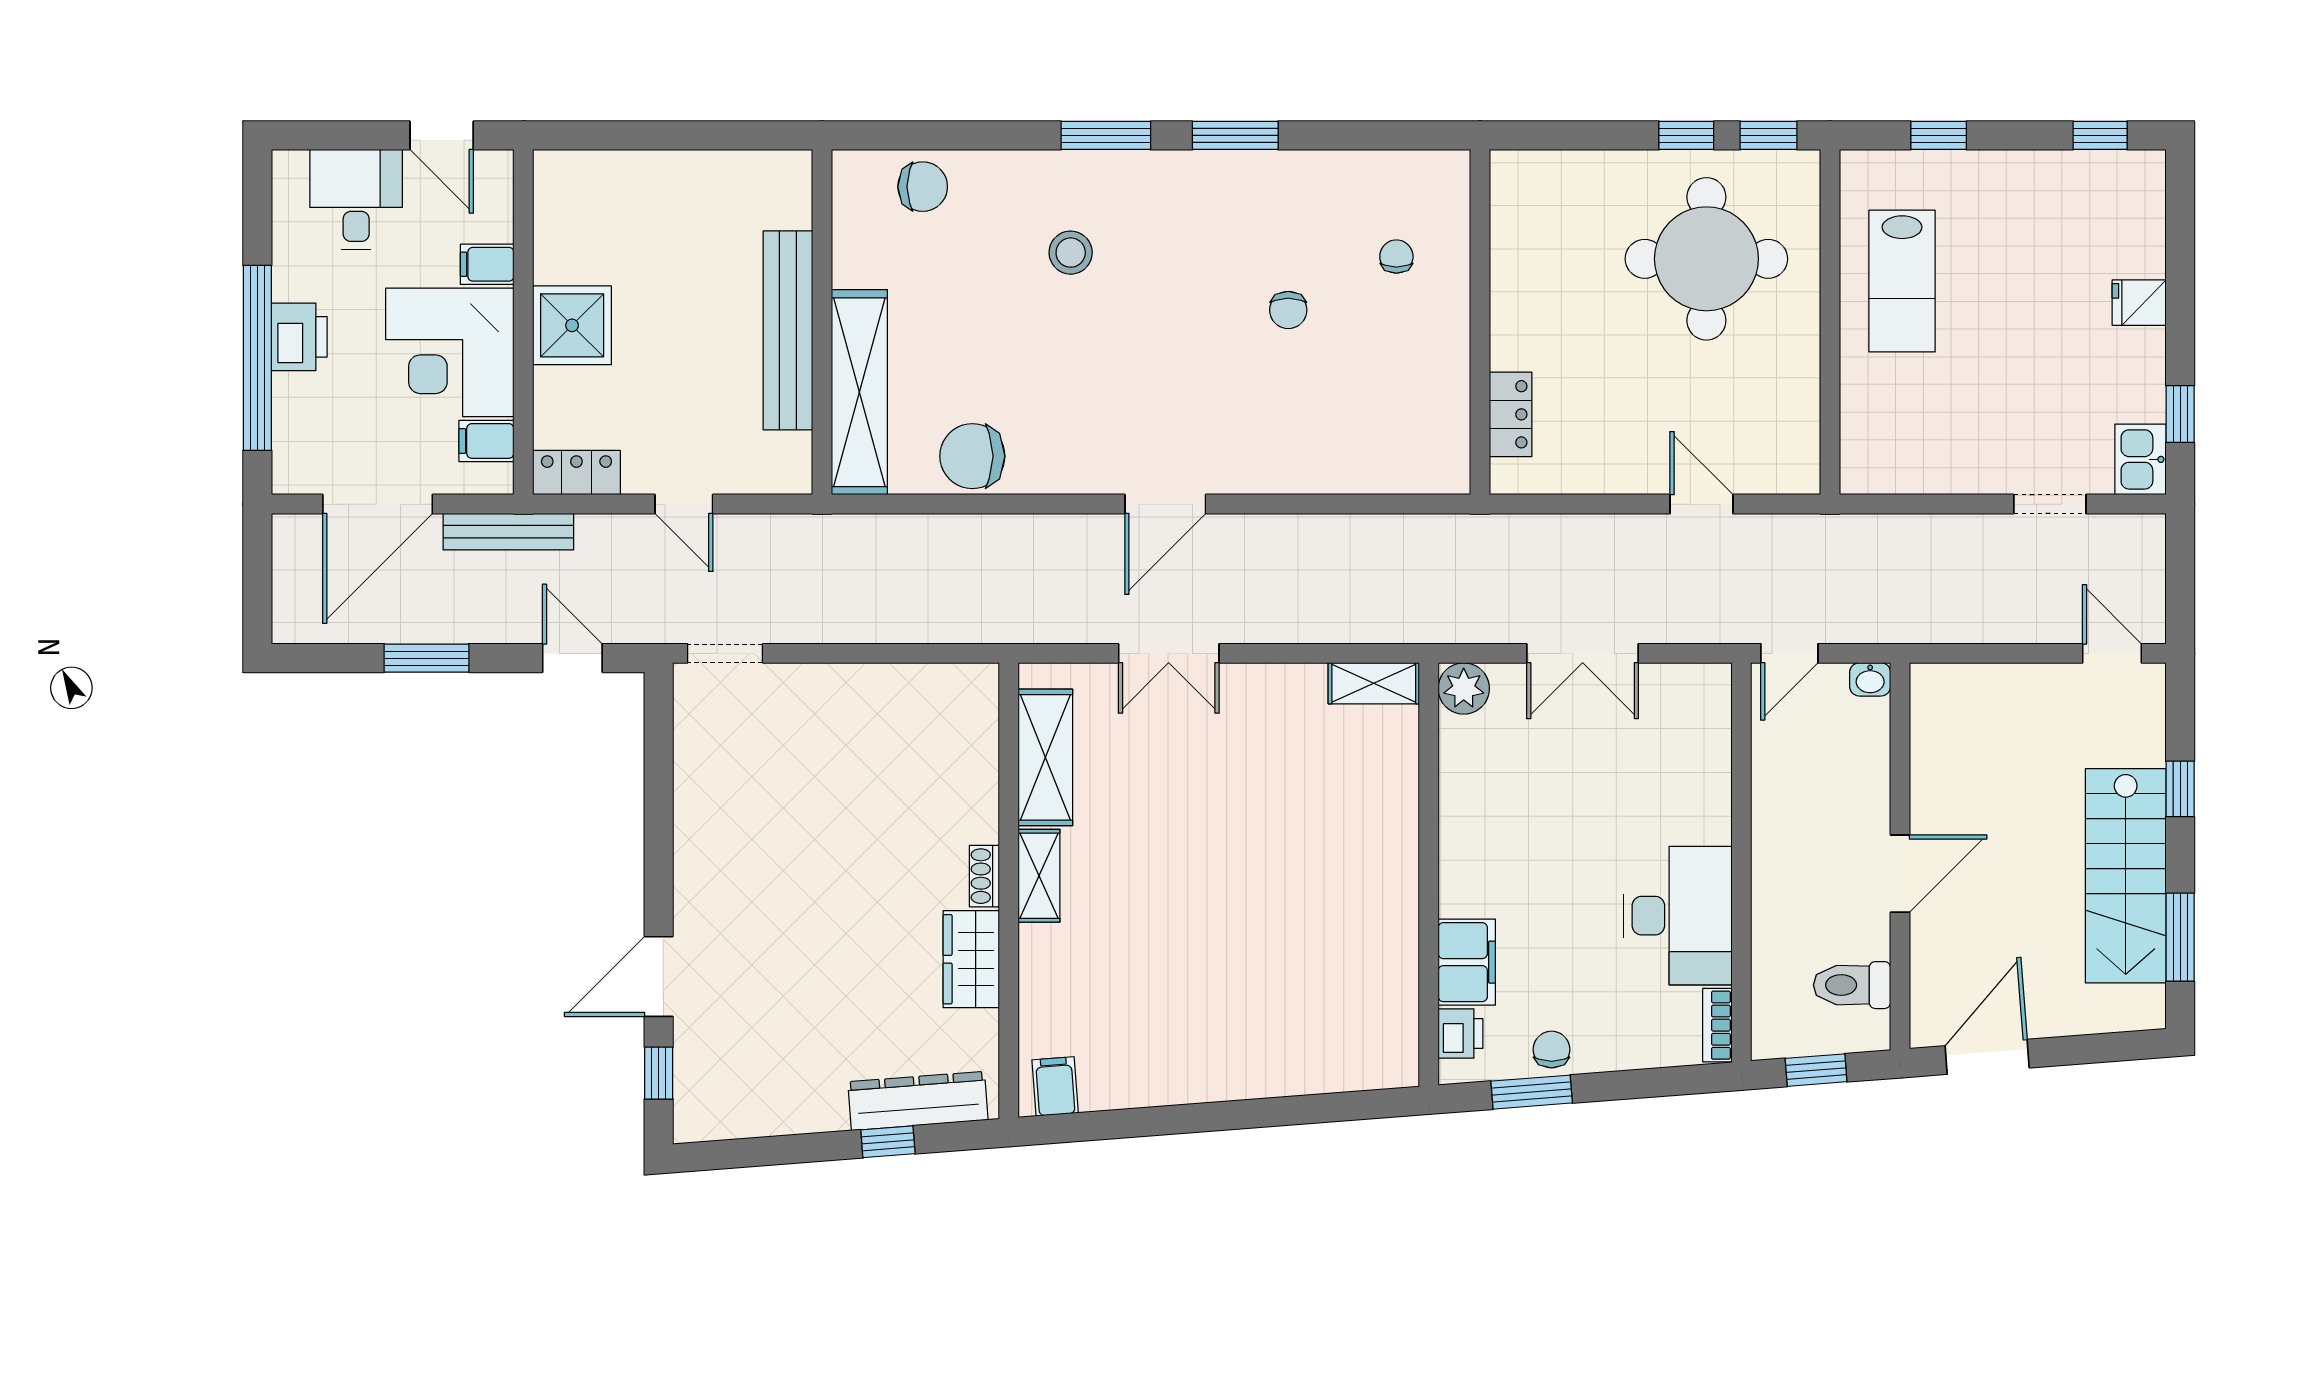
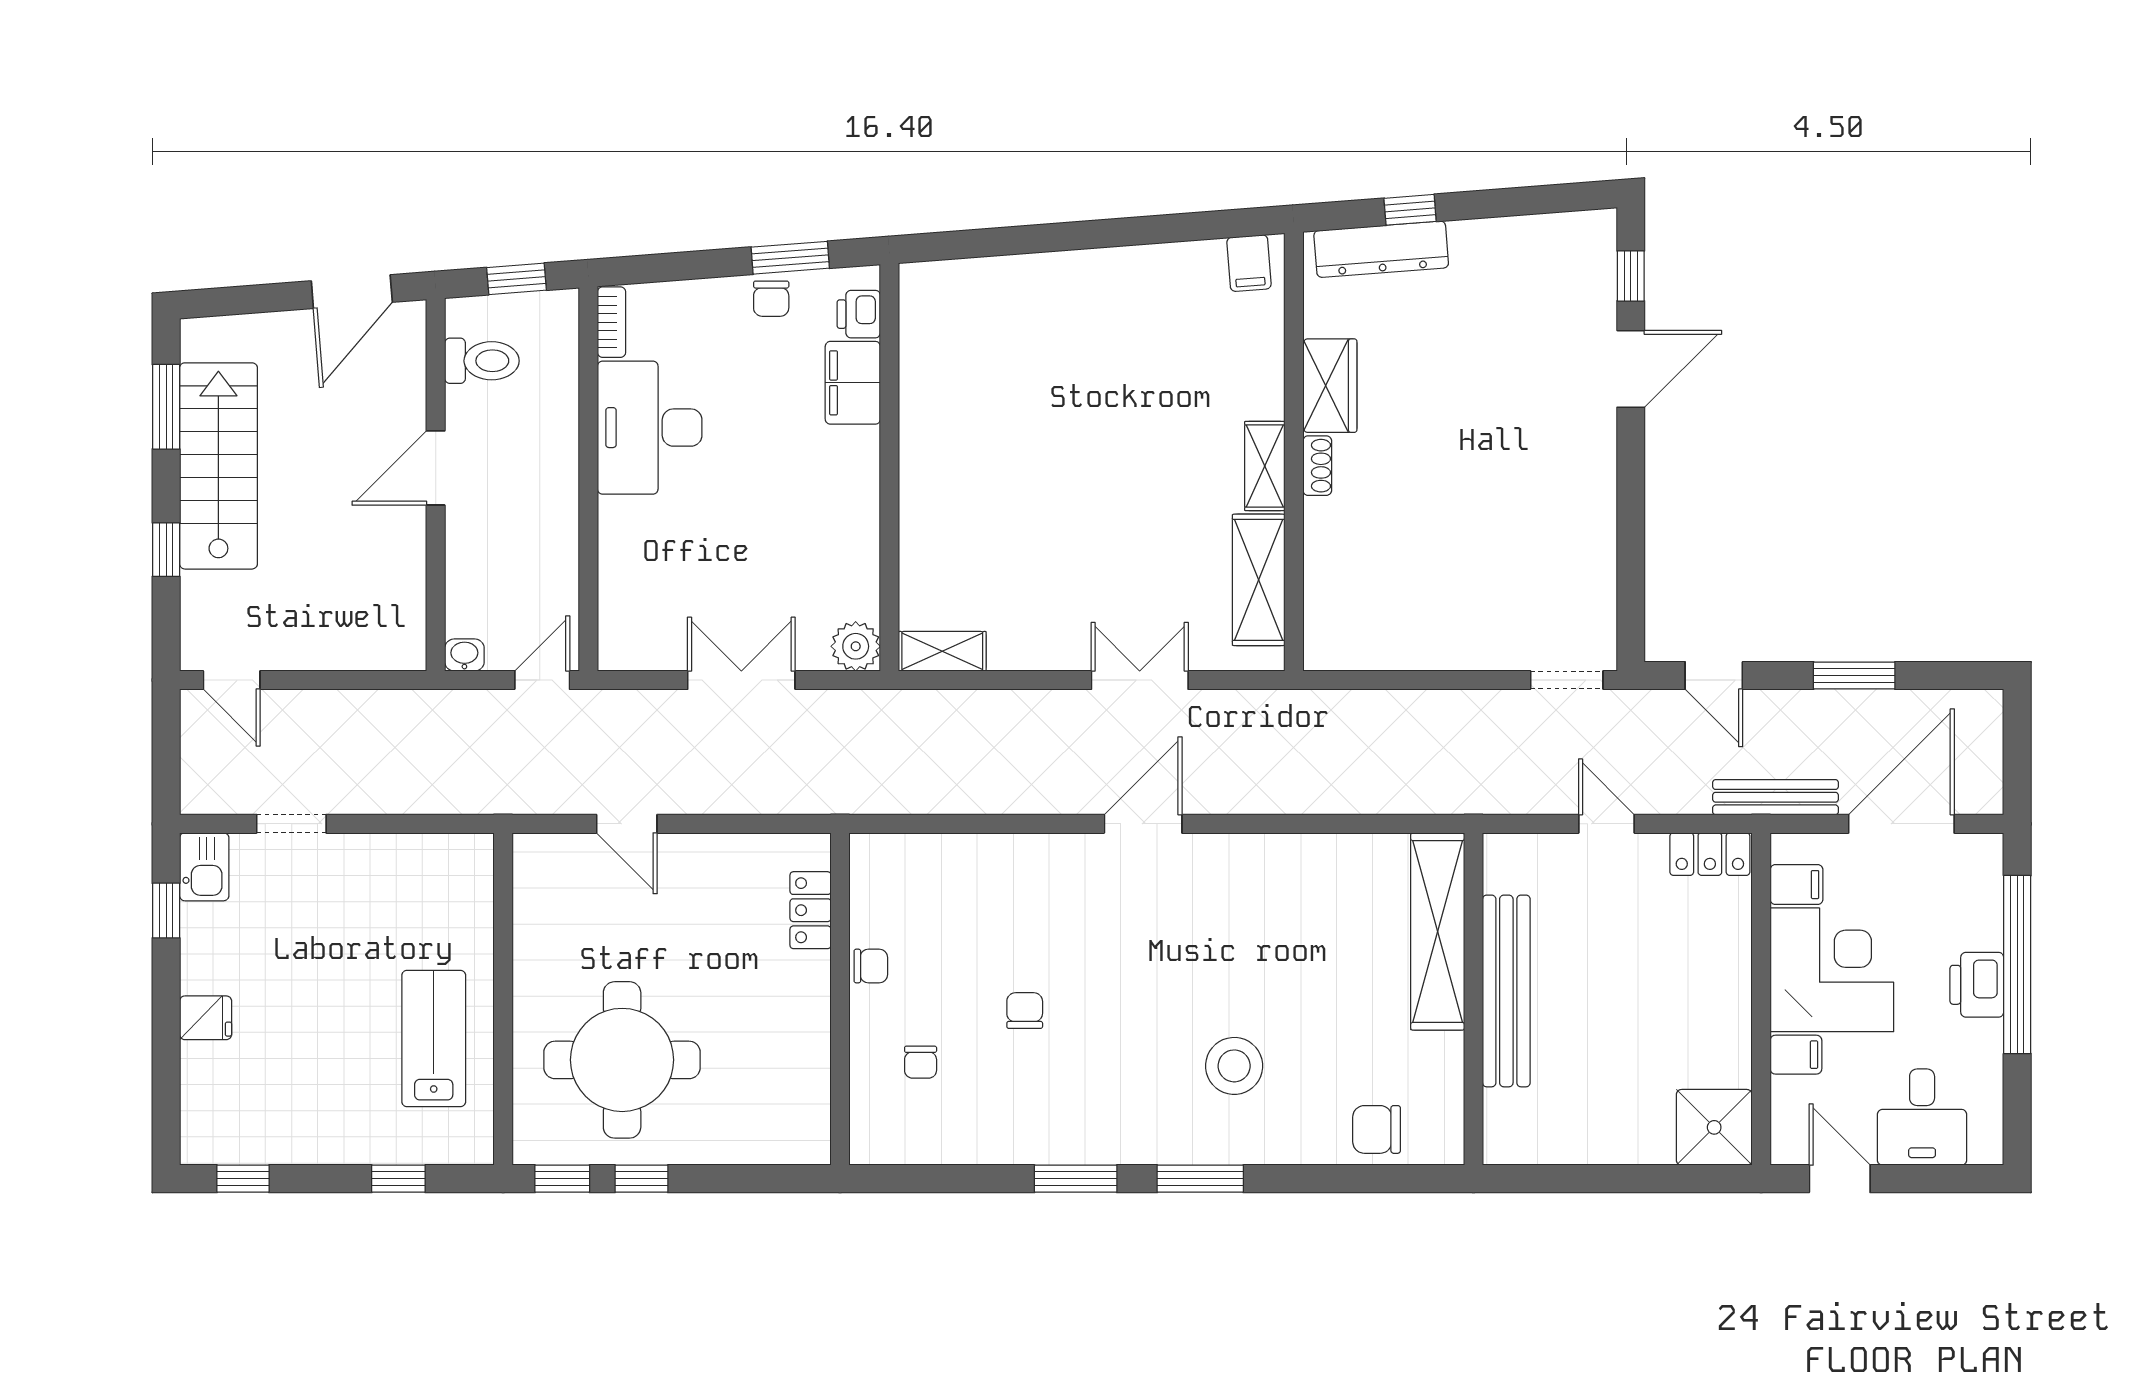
stool: (1071, 253) -> (1234, 1066), width x1.38, depth x1.38
shower: (572, 325) -> (1714, 1127), moved
chair: (972, 456) -> (871, 966), moved, width x0.54, depth x0.54

